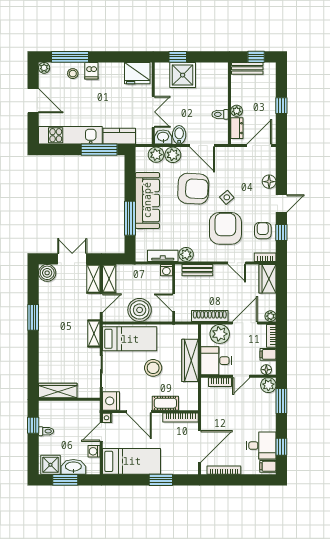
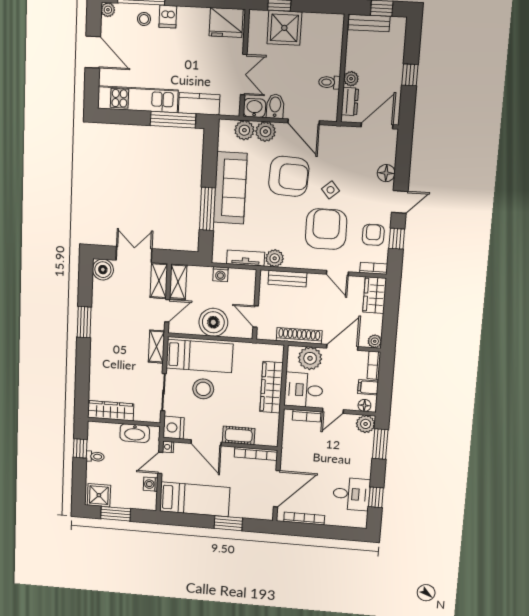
washing machine: (166, 270) -> (220, 274), moved
stool: (153, 368) -> (203, 389), moved
filing cabinet: (268, 466) -> (358, 519), removed
washbasin: (73, 467) -> (135, 433), moved, turned 180

